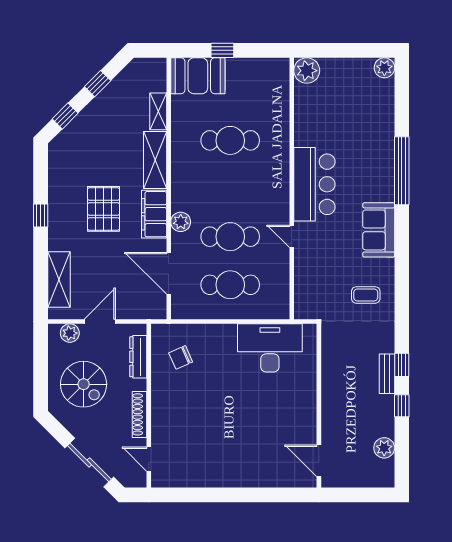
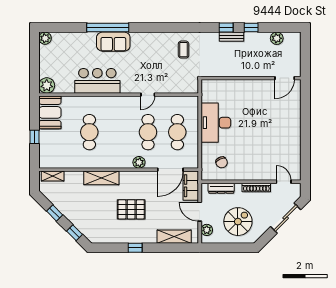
booth: (198, 76) -> (50, 112), moved
shelving: (158, 111) -> (53, 176), moved
bar counter: (314, 184) -> (97, 81), moved
filing cabinet: (154, 214) -> (191, 186), moved, turned 90
sofa: (379, 230) -> (113, 42), moved
desk: (270, 348) -> (216, 123), moved
door: (149, 459) -> (284, 182), swing flipped

